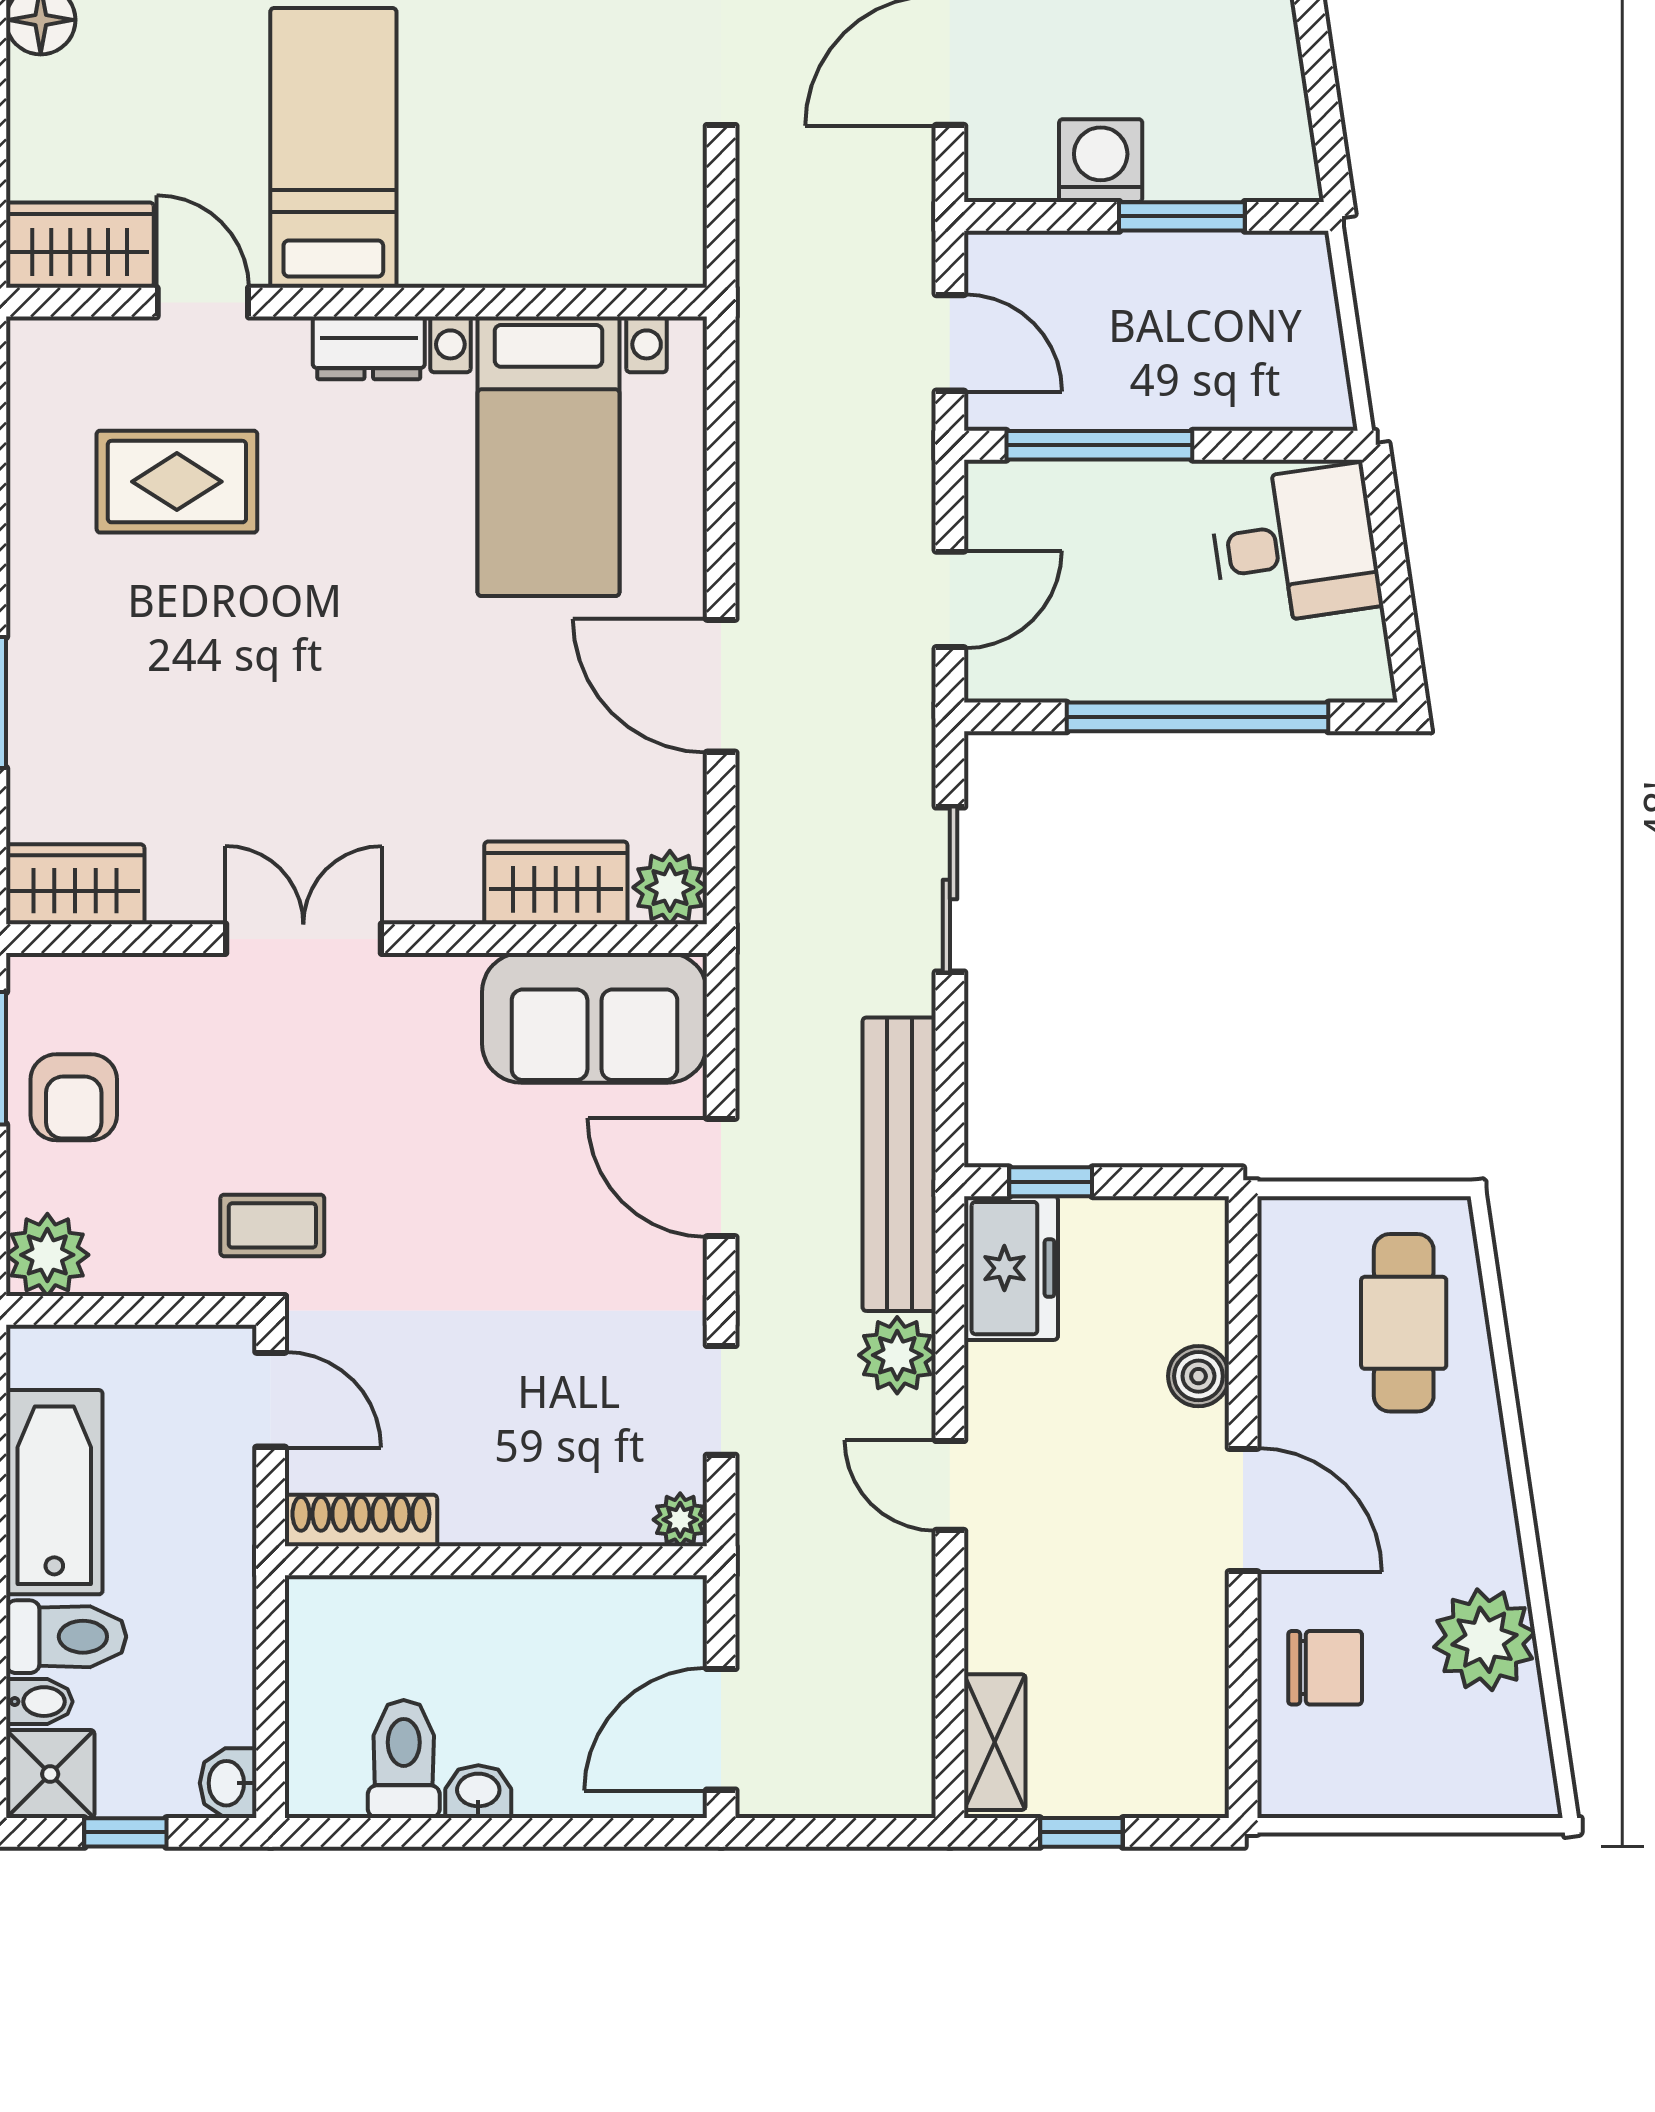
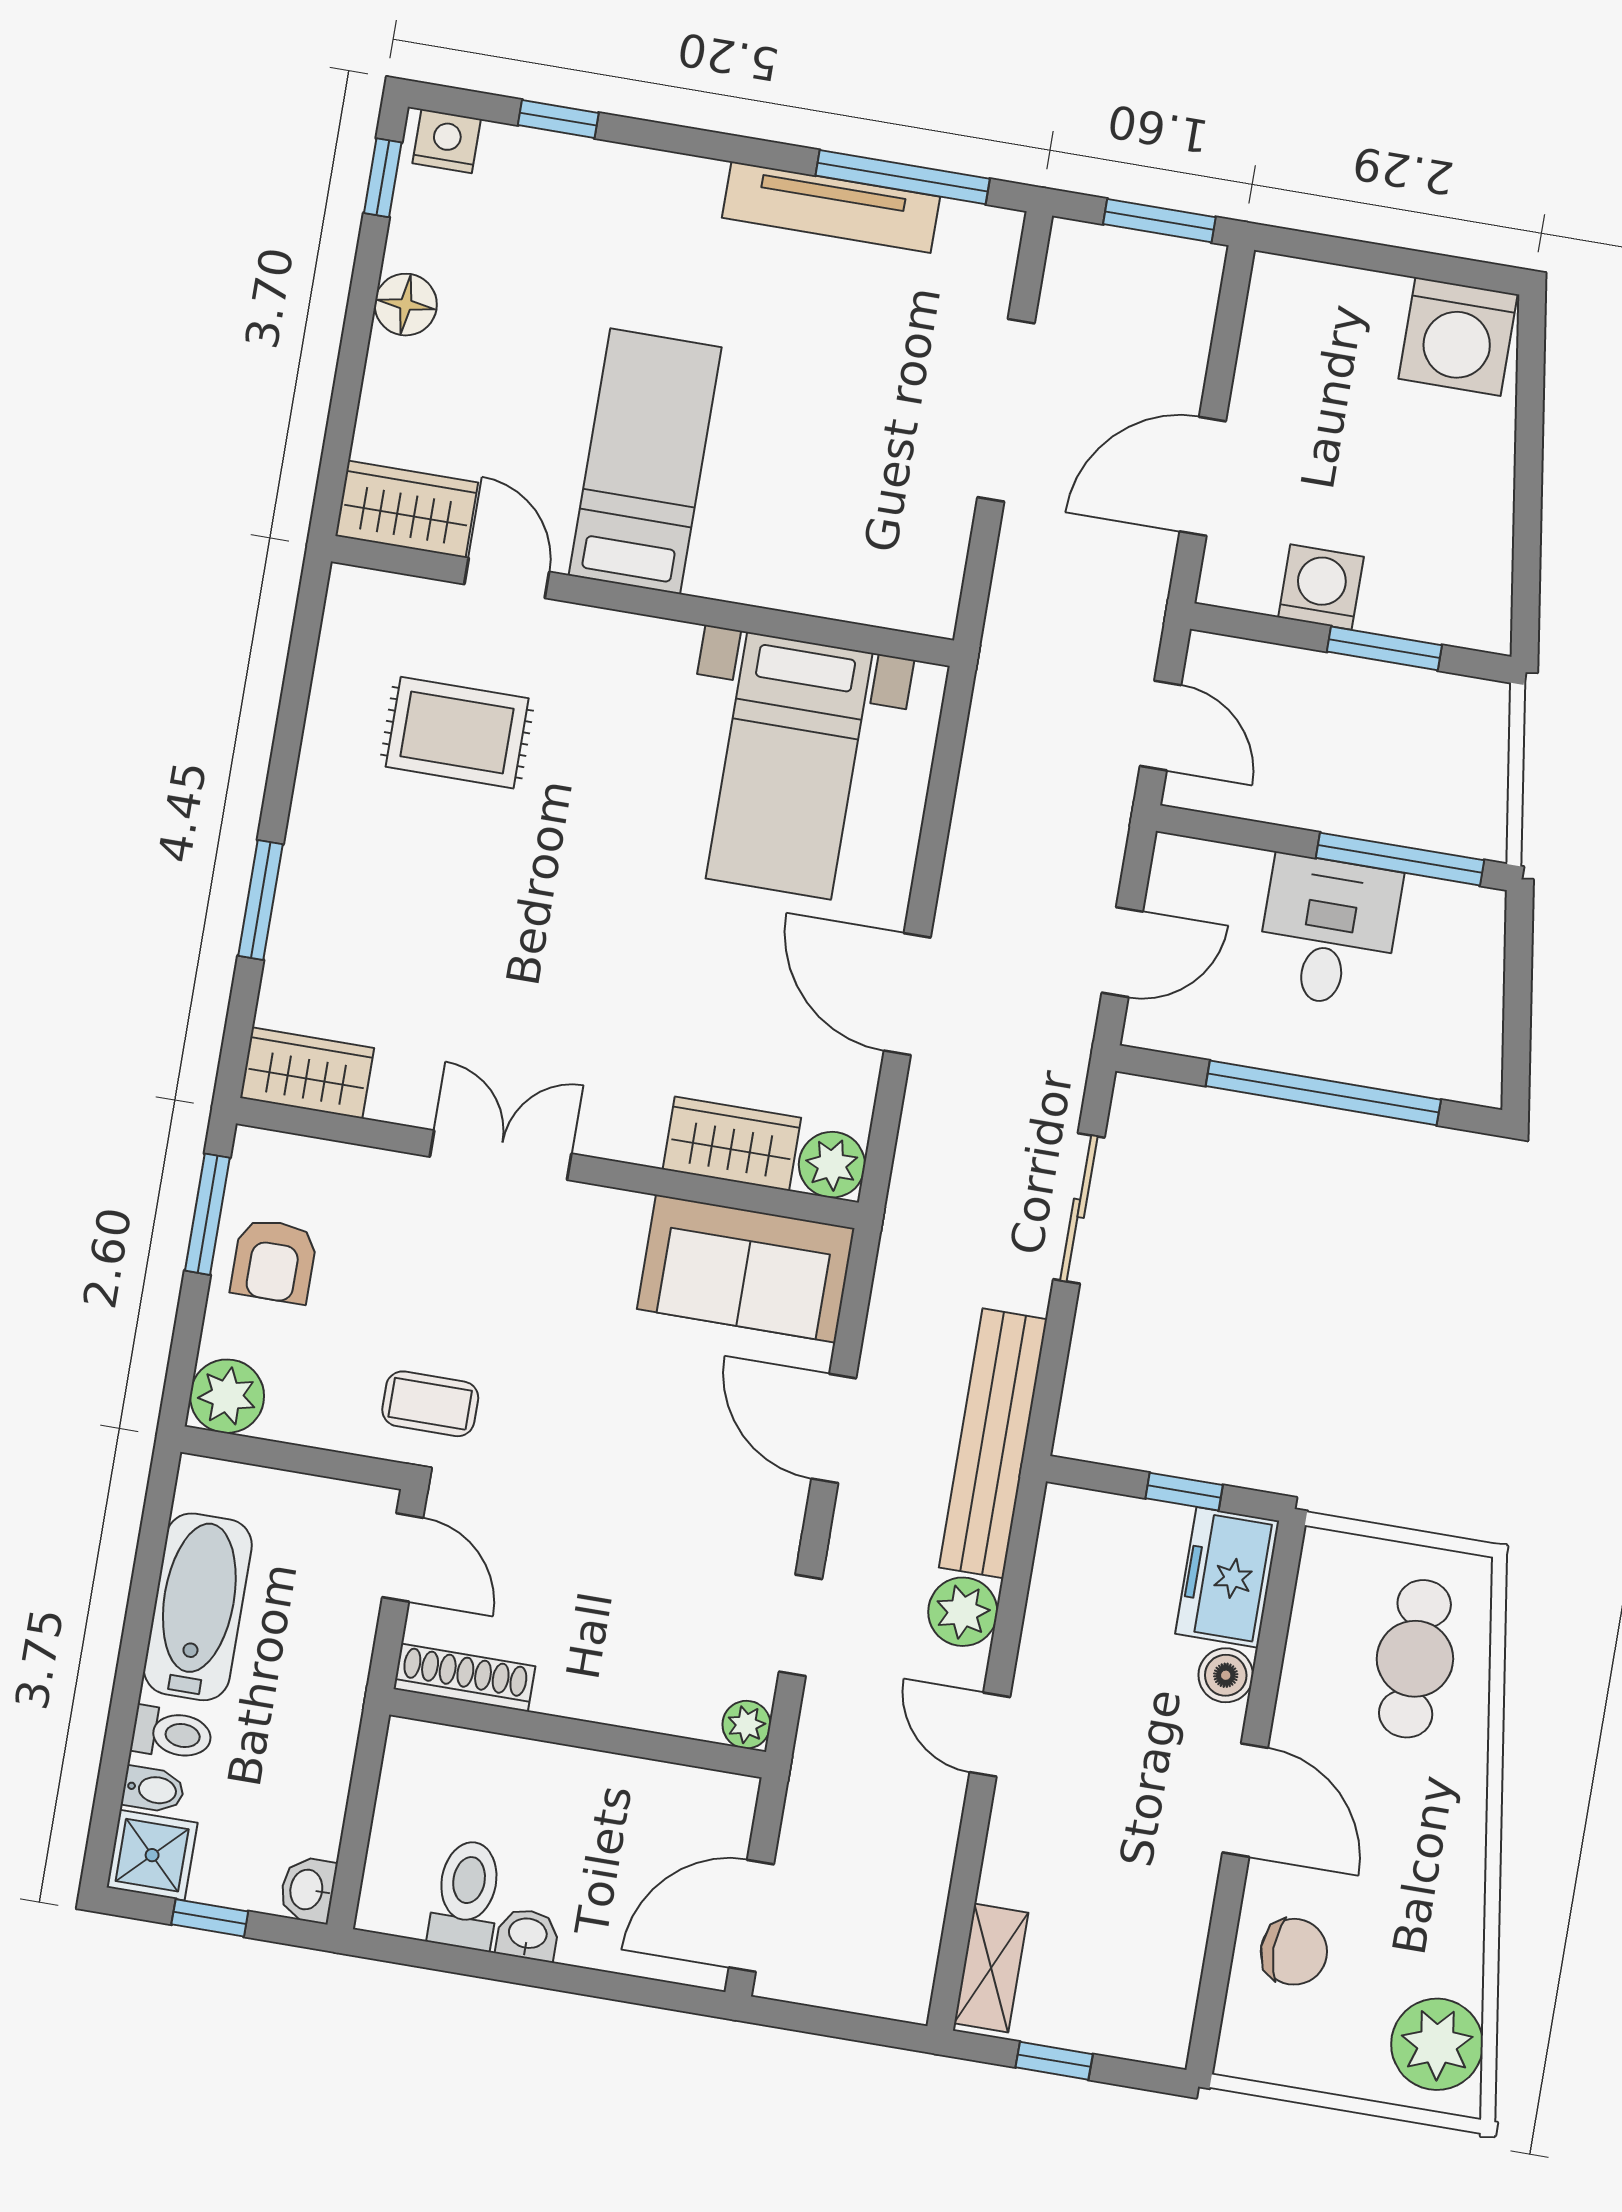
dresser: (369, 348) -> (647, 643), removed
window: (1099, 445) -> (1400, 859), moved
desk: (1295, 545) -> (1328, 931), moved, turned -82
window: (1051, 1182) -> (1184, 1492), moved
freezer: (1011, 1268) -> (1227, 1577), moved, turned 180
toilet: (66, 1637) -> (172, 1734), width x0.73, depth x0.72
plant: (1485, 1640) -> (1437, 2044), moved

